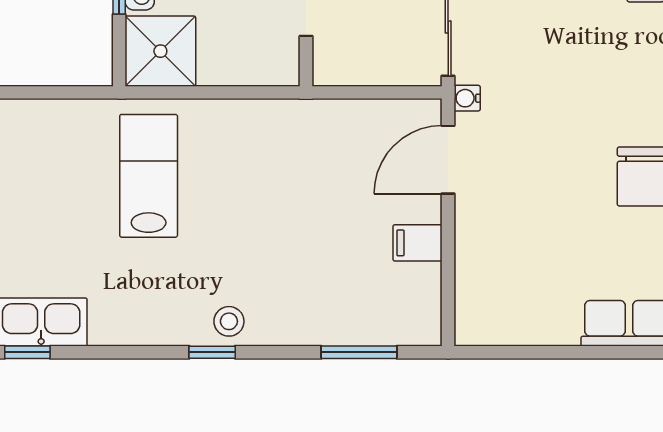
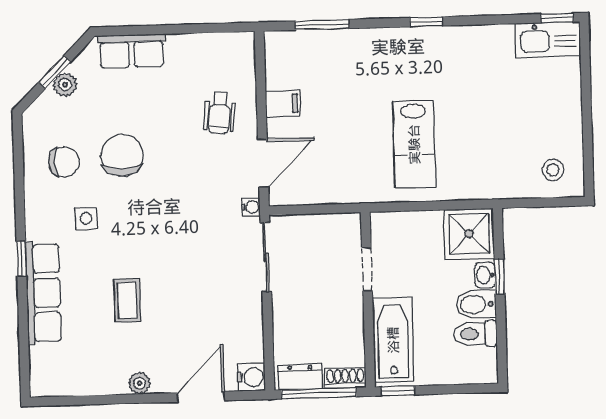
lab bench: (149, 176) -> (414, 144), moved
wheelchair: (507, 232) -> (220, 113), added
stool: (229, 321) -> (553, 170), moved

